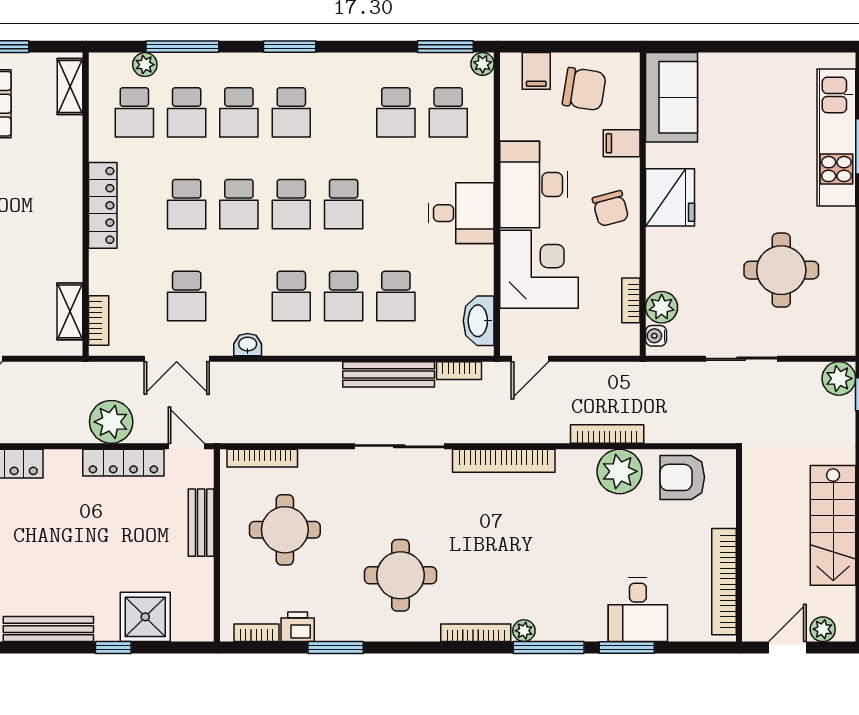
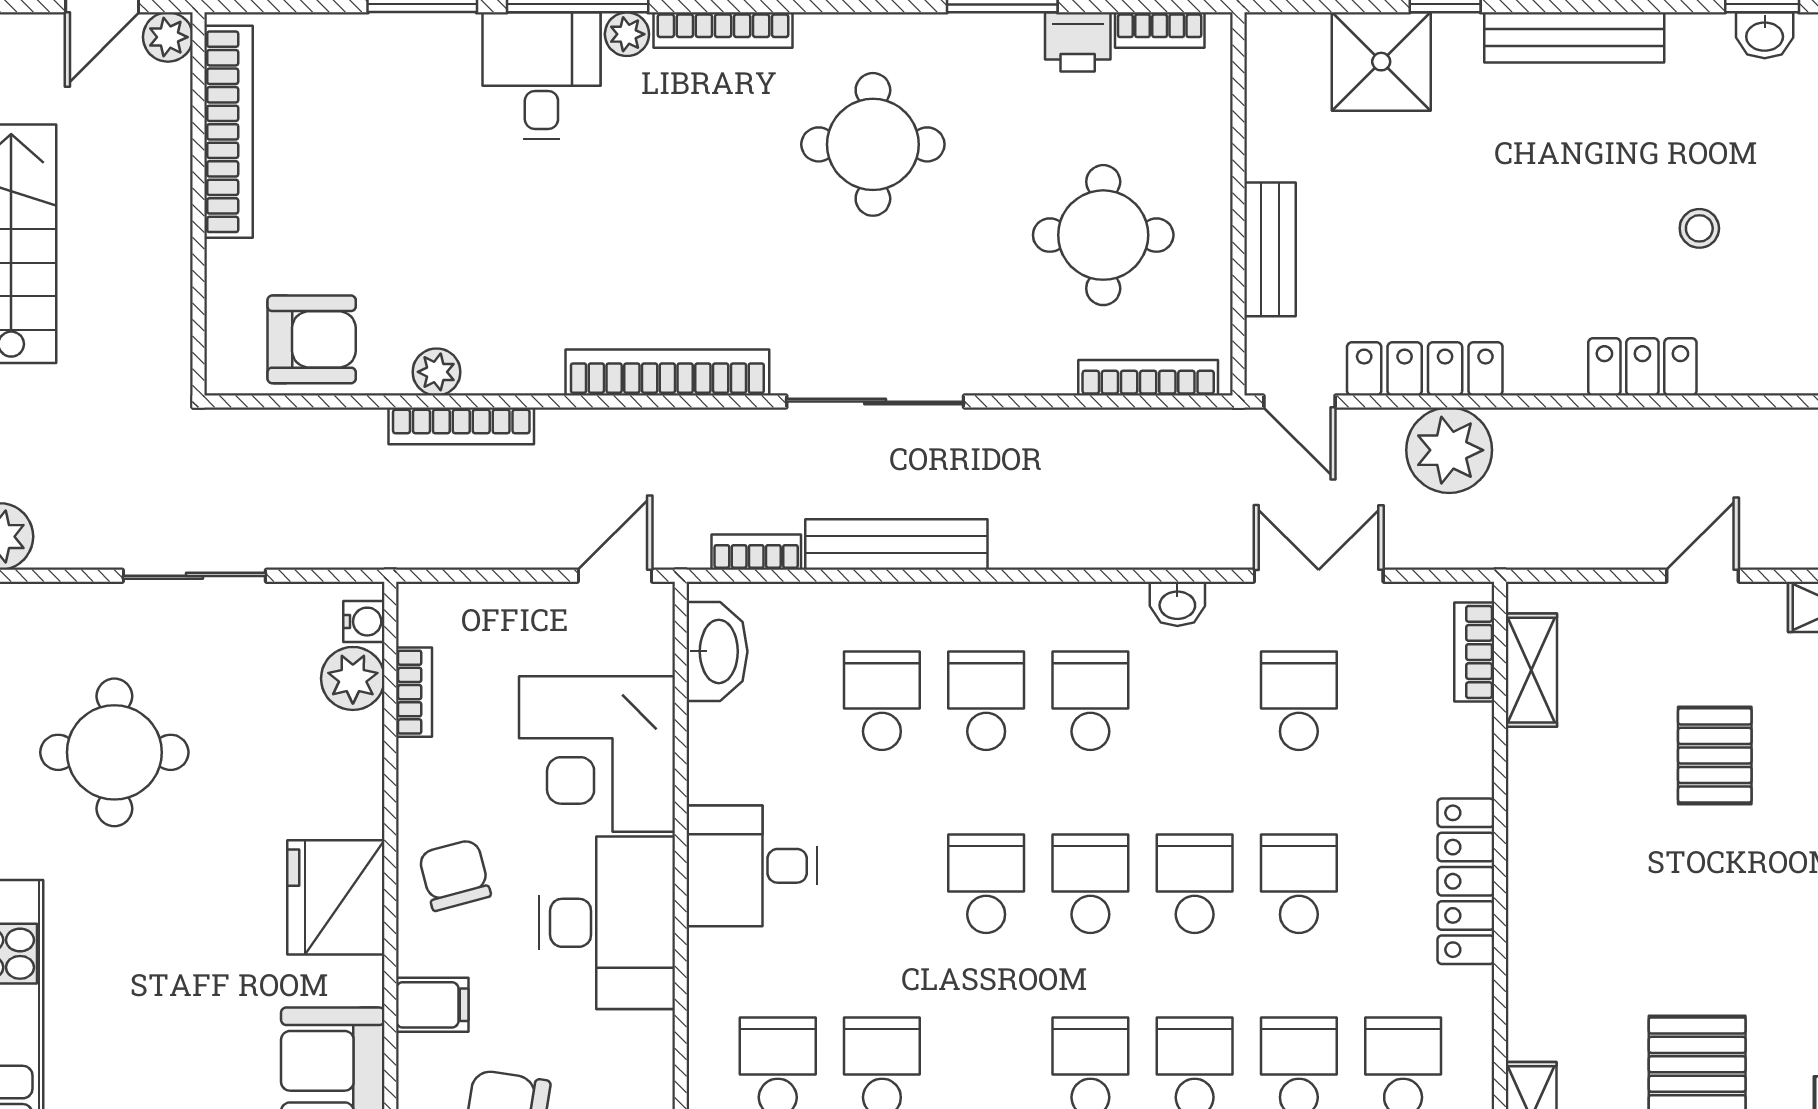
plant: (620, 471) -> (437, 372), width x0.53, depth x0.53
desk: (638, 610) -> (541, 76), moved
plant: (823, 629) -> (168, 37), moved

